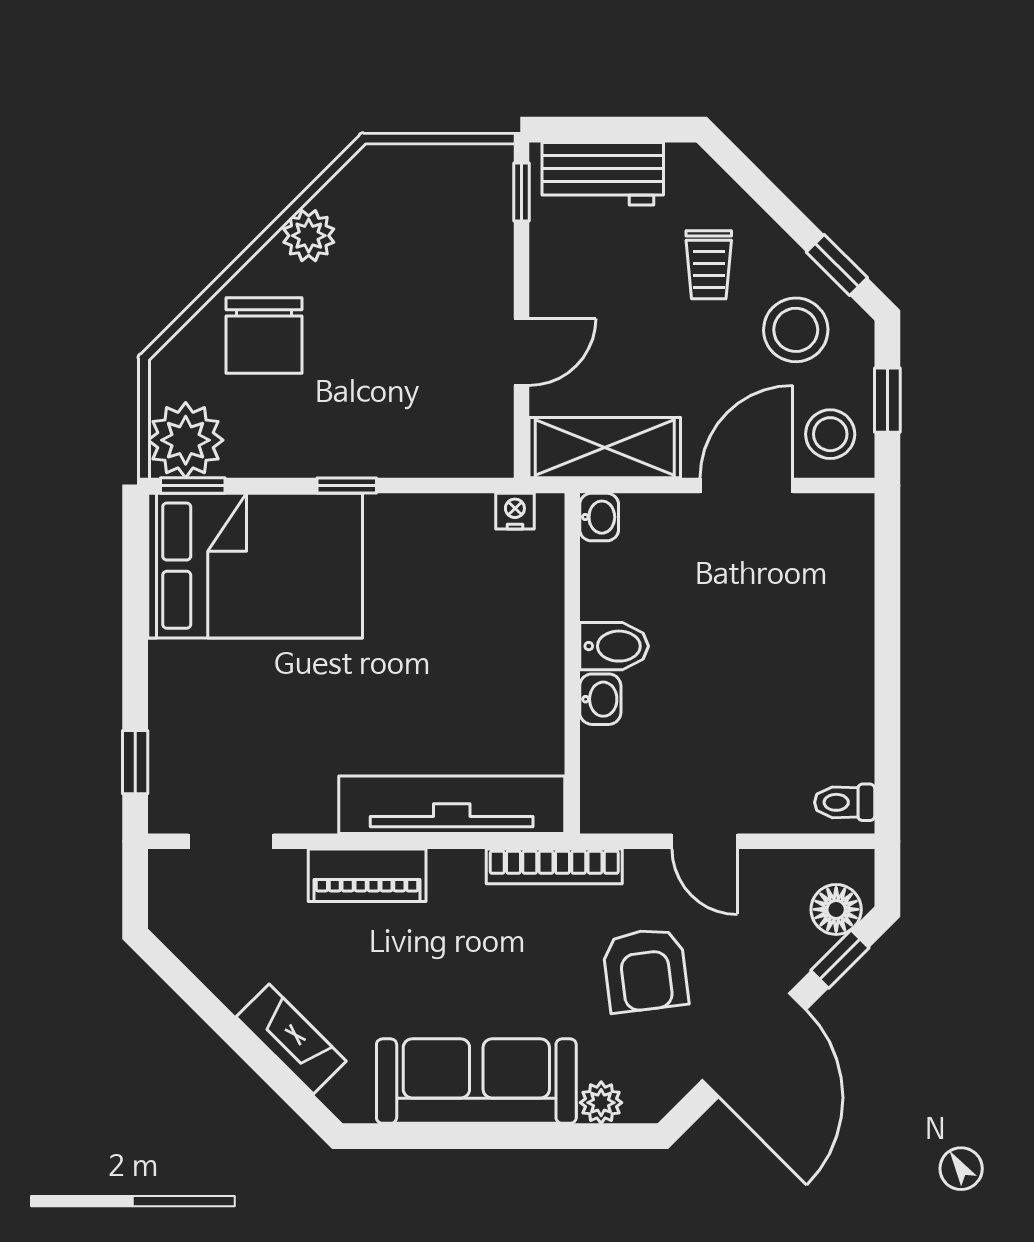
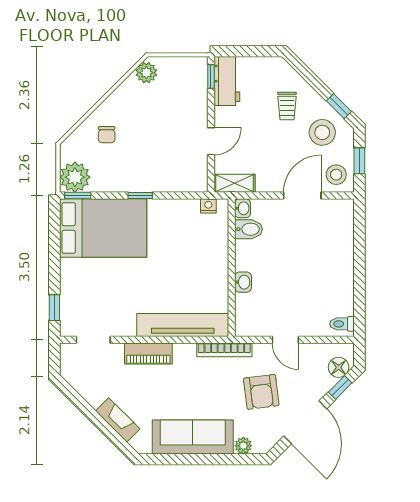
workbench: (603, 174) -> (227, 81), moved, turned -90
plant: (309, 236) -> (146, 73), moved
chair: (264, 336) -> (107, 135), width x0.54, depth x0.54
shelving: (605, 448) -> (235, 183), width x0.67, depth x0.75
bidet: (614, 646) -> (249, 229), moved

